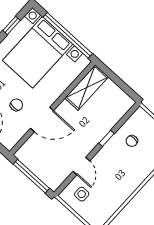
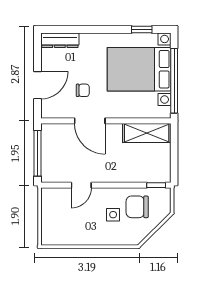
window: (107, 138) -> (156, 185), moved
chair: (132, 141) -> (137, 207), width x1.87, depth x1.87
side table: (82, 194) -> (113, 215), moved

